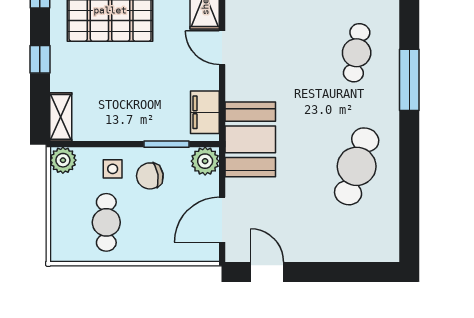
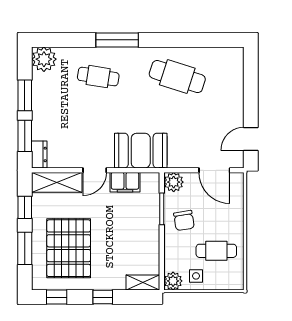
filing cabinet: (205, 112) -> (125, 182), moved
booth: (250, 139) -> (141, 151), moved
side table: (113, 169) -> (196, 276), moved

